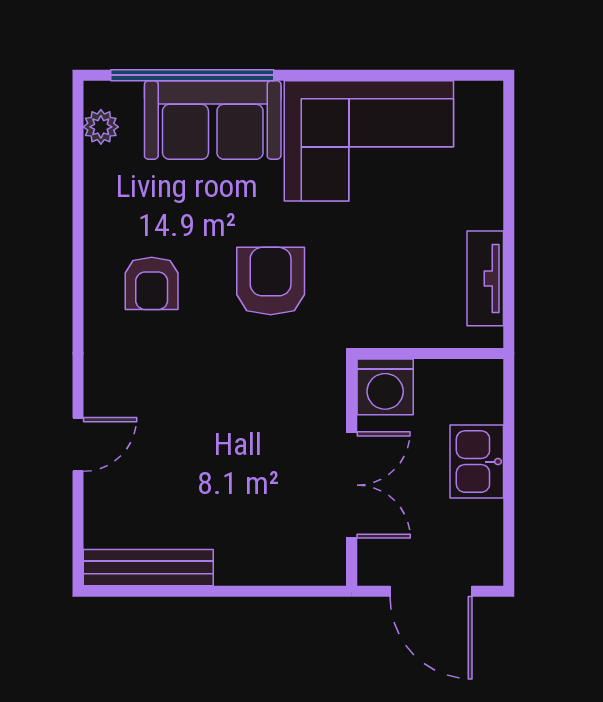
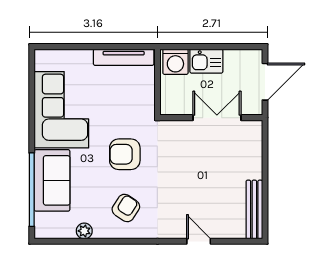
plant: (101, 127) -> (84, 231), moved
tv unit: (485, 278) -> (124, 57), width x1.41
armchair: (152, 283) -> (126, 208), turned -57
washing machine: (385, 387) -> (175, 62), moved, turned 90

